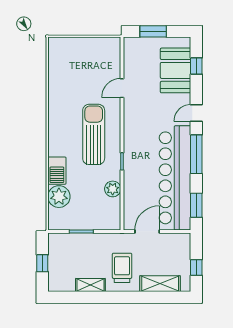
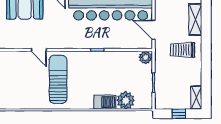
sun lounger: (94, 134) -> (58, 79), moved, turned 90
plant: (113, 189) -> (146, 57), moved
shelving: (90, 285) -> (196, 98), moved

